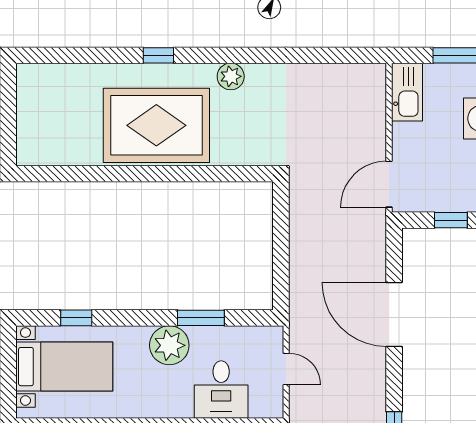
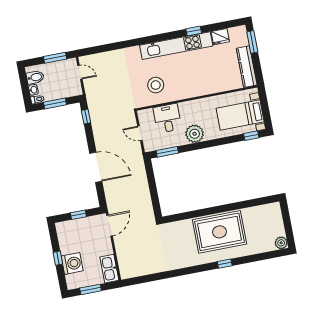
plant: (231, 76) -> (281, 243), moved
window: (76, 318) -> (251, 136), moved
window: (201, 318) -> (167, 152), moved

